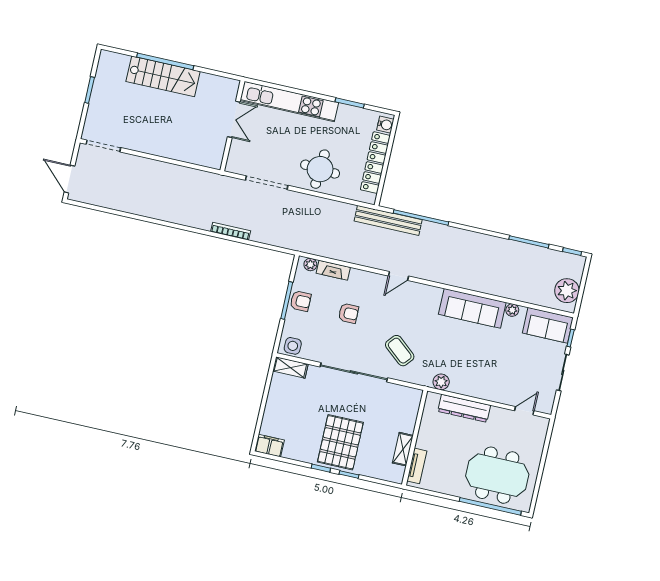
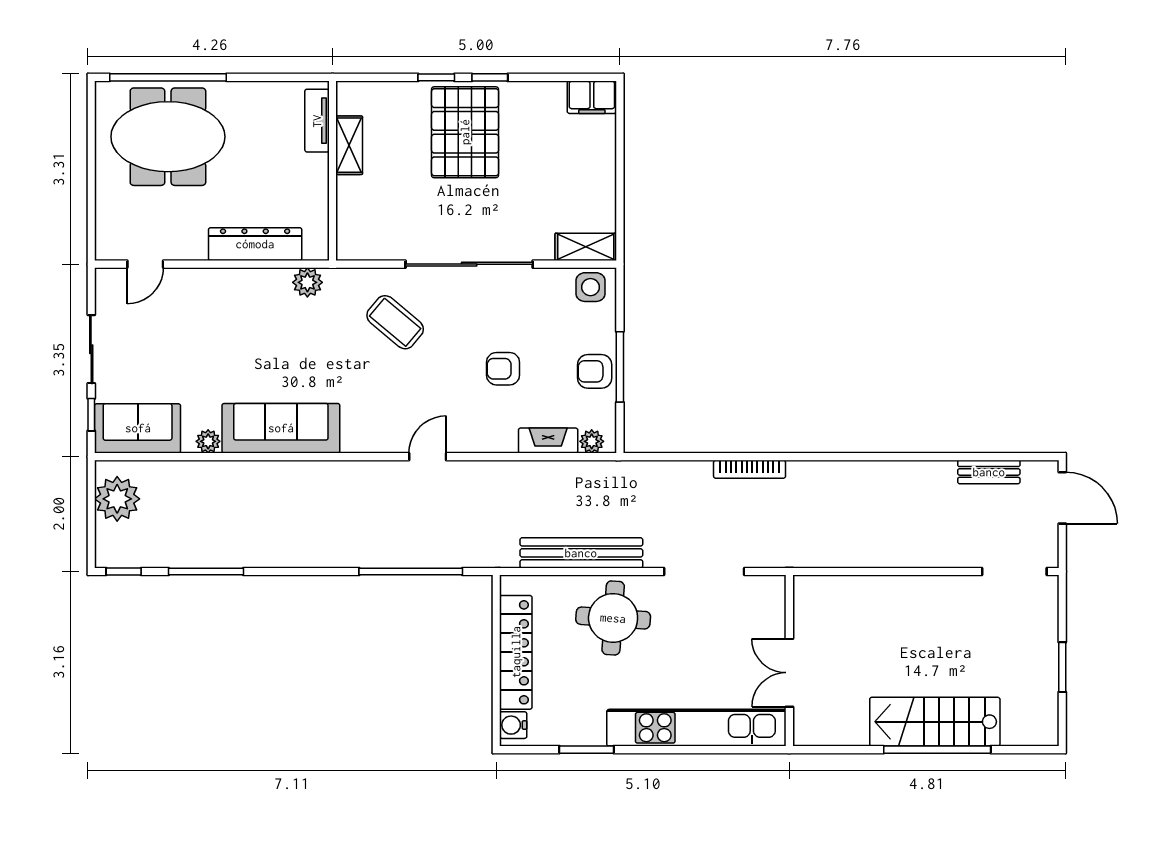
bench: (105, 201) -> (989, 472), added
bench: (388, 220) -> (581, 553), moved

